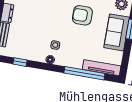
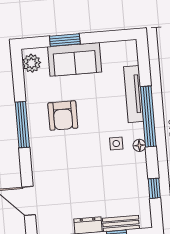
tv unit: (102, 68) -> (134, 94), moved
window: (84, 73) -> (148, 116), moved

